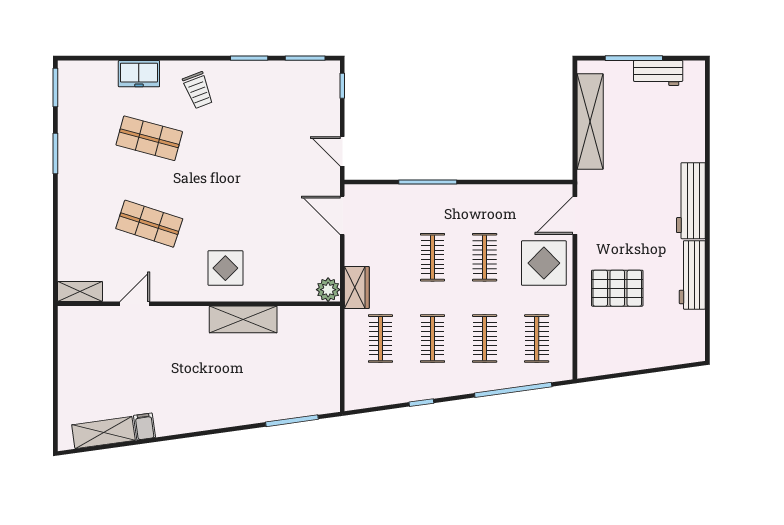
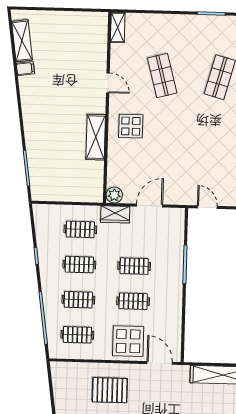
door: (342, 151) -> (207, 207), hinge flipped
door: (342, 215) -> (150, 206), moved
shop shelf: (149, 224) -> (162, 76), turned -33
pallet: (617, 288) -> (110, 390), turned 90
door: (135, 304) -> (108, 83), moved

